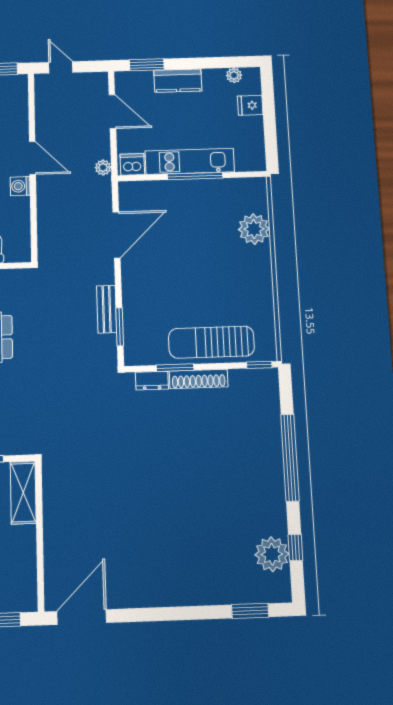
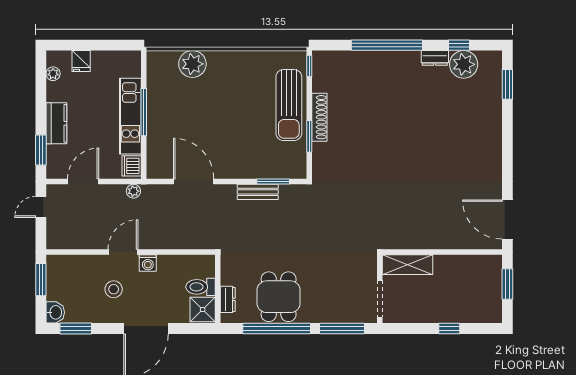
door: (61, 67) -> (41, 207), moved
dresser: (152, 381) -> (435, 58), moved, turned 90

